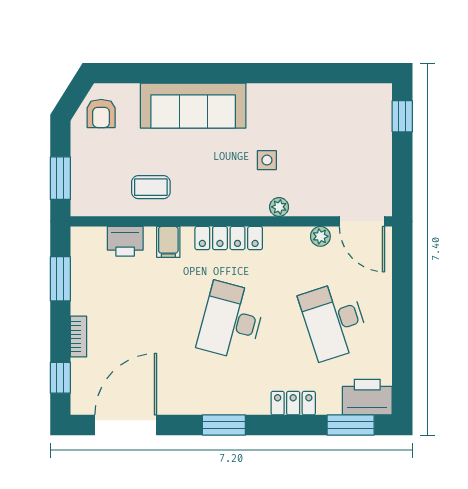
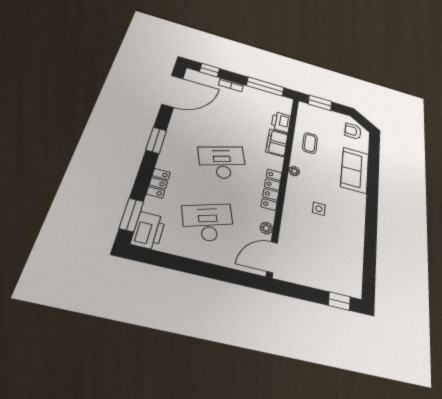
sofa: (193, 106) -> (355, 170), width x0.73
plant: (279, 207) -> (294, 171), moved
locker: (229, 238) -> (272, 189), moved
filing cabinet: (168, 242) -> (277, 143), width x2.00
window: (60, 279) -> (265, 87), width x1.44
desk: (231, 321) -> (222, 162), turned -33
door: (126, 425) -> (173, 91), hinge flipped

